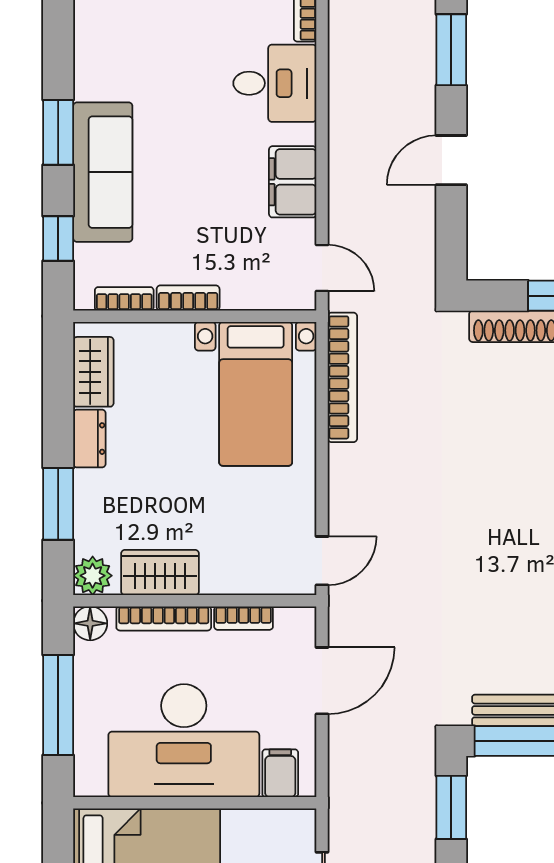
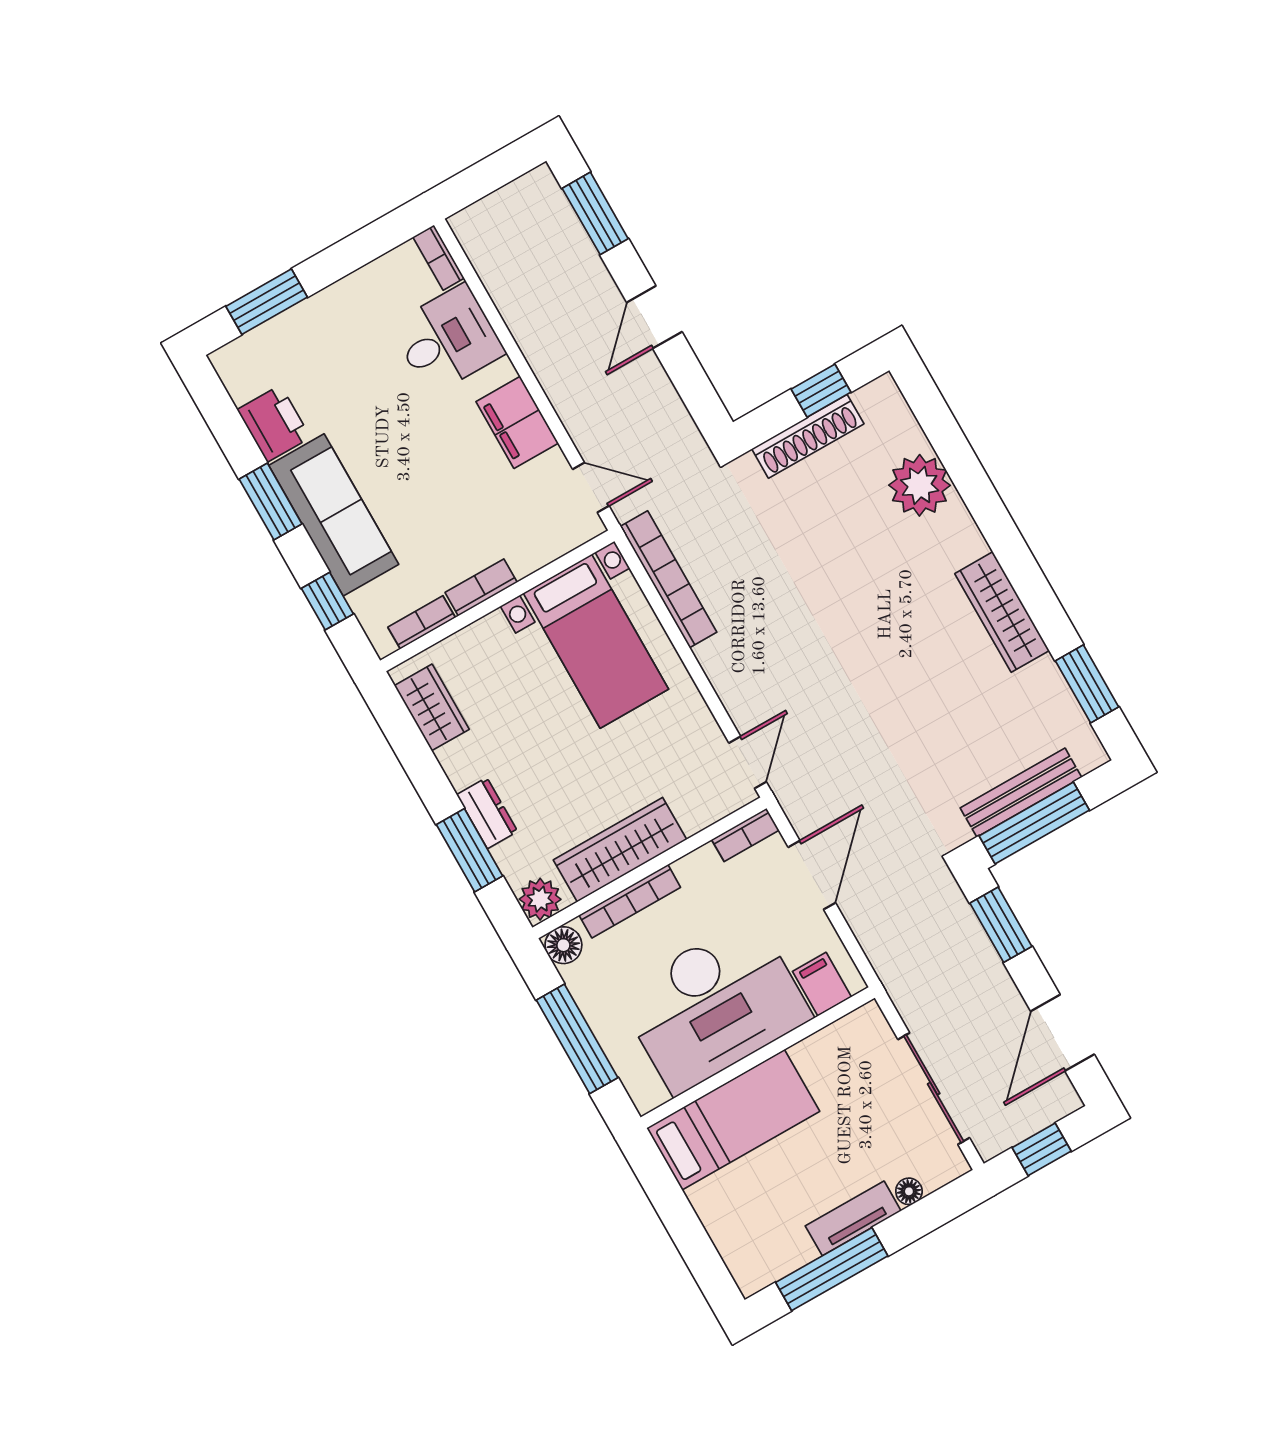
printer: (97, 71) -> (274, 424), added
dresser: (89, 439) -> (487, 813), moved
wardrobe: (160, 572) -> (620, 850), width x1.50
bookcase: (244, 618) -> (745, 835), moved

